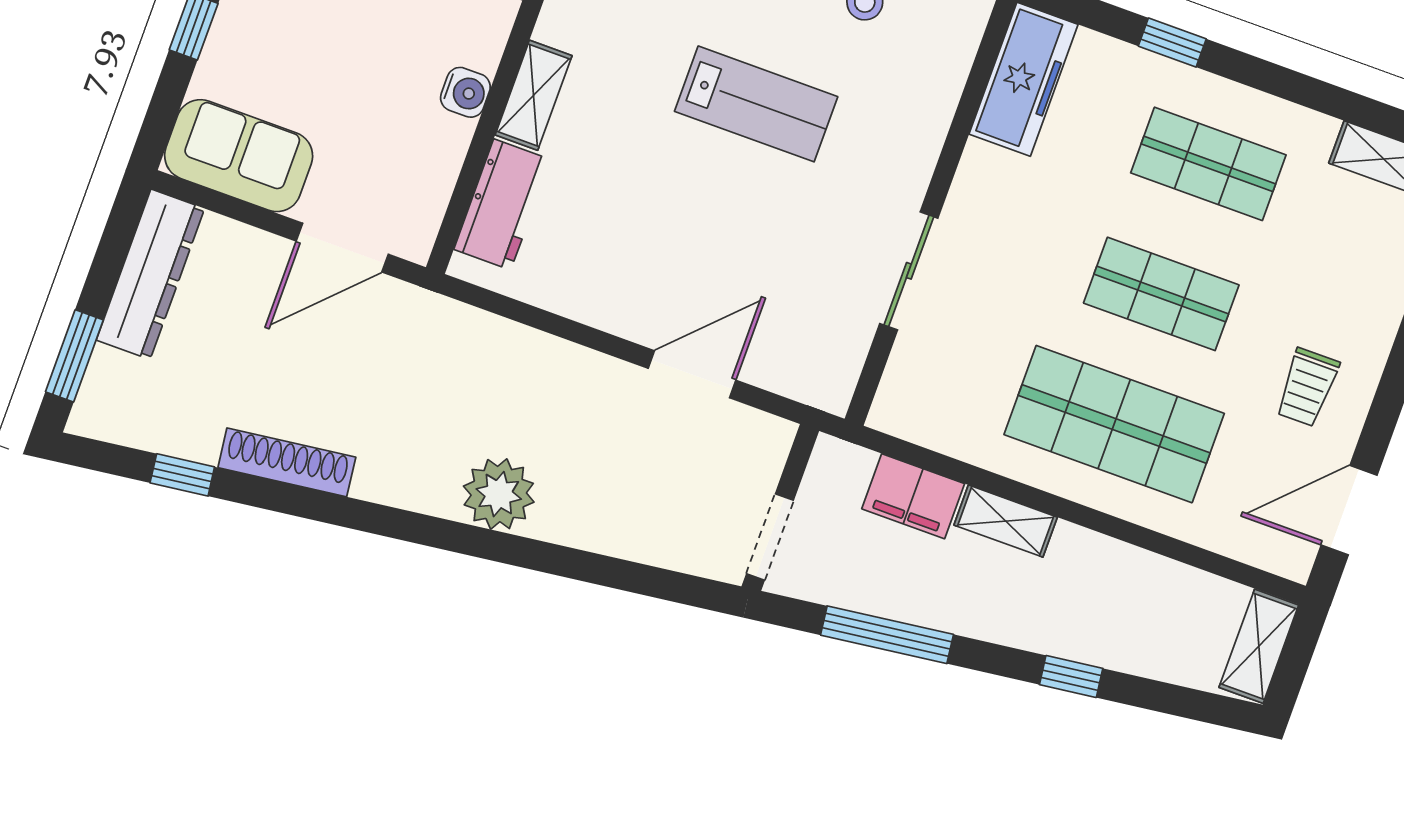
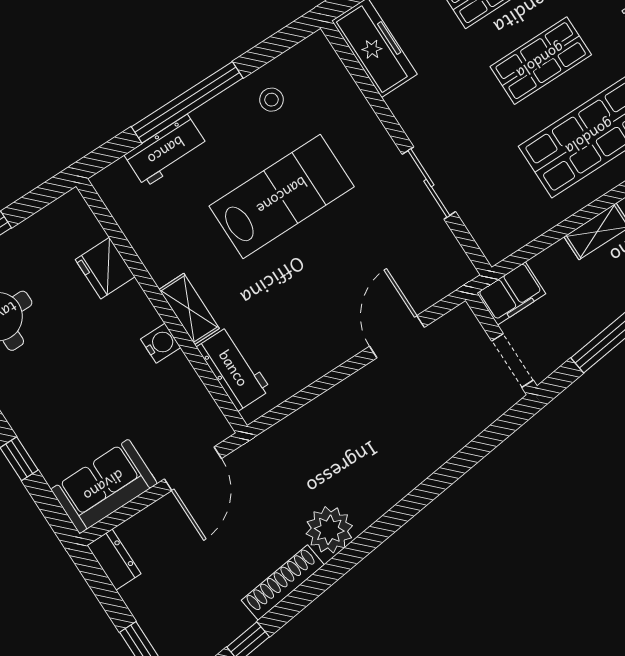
lab bench: (756, 104) -> (282, 196), width x1.36, depth x1.39
dresser: (150, 274) -> (114, 560), width x0.51, depth x0.80
plant: (499, 494) -> (329, 530), moved
filing cabinet: (913, 496) -> (511, 293), moved

